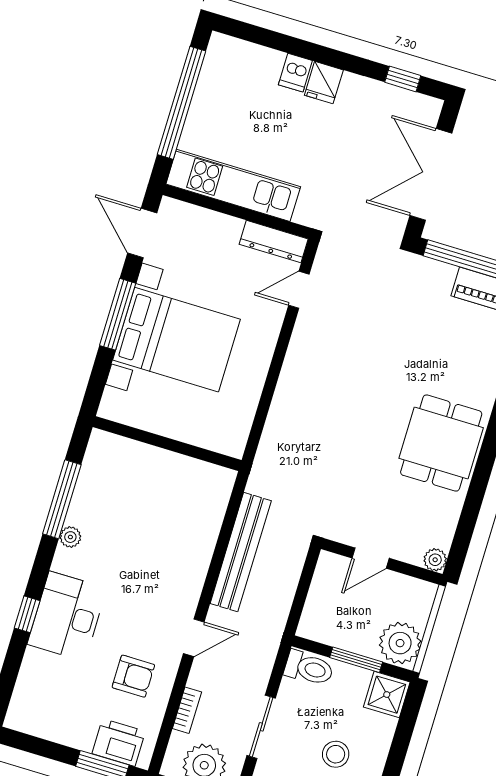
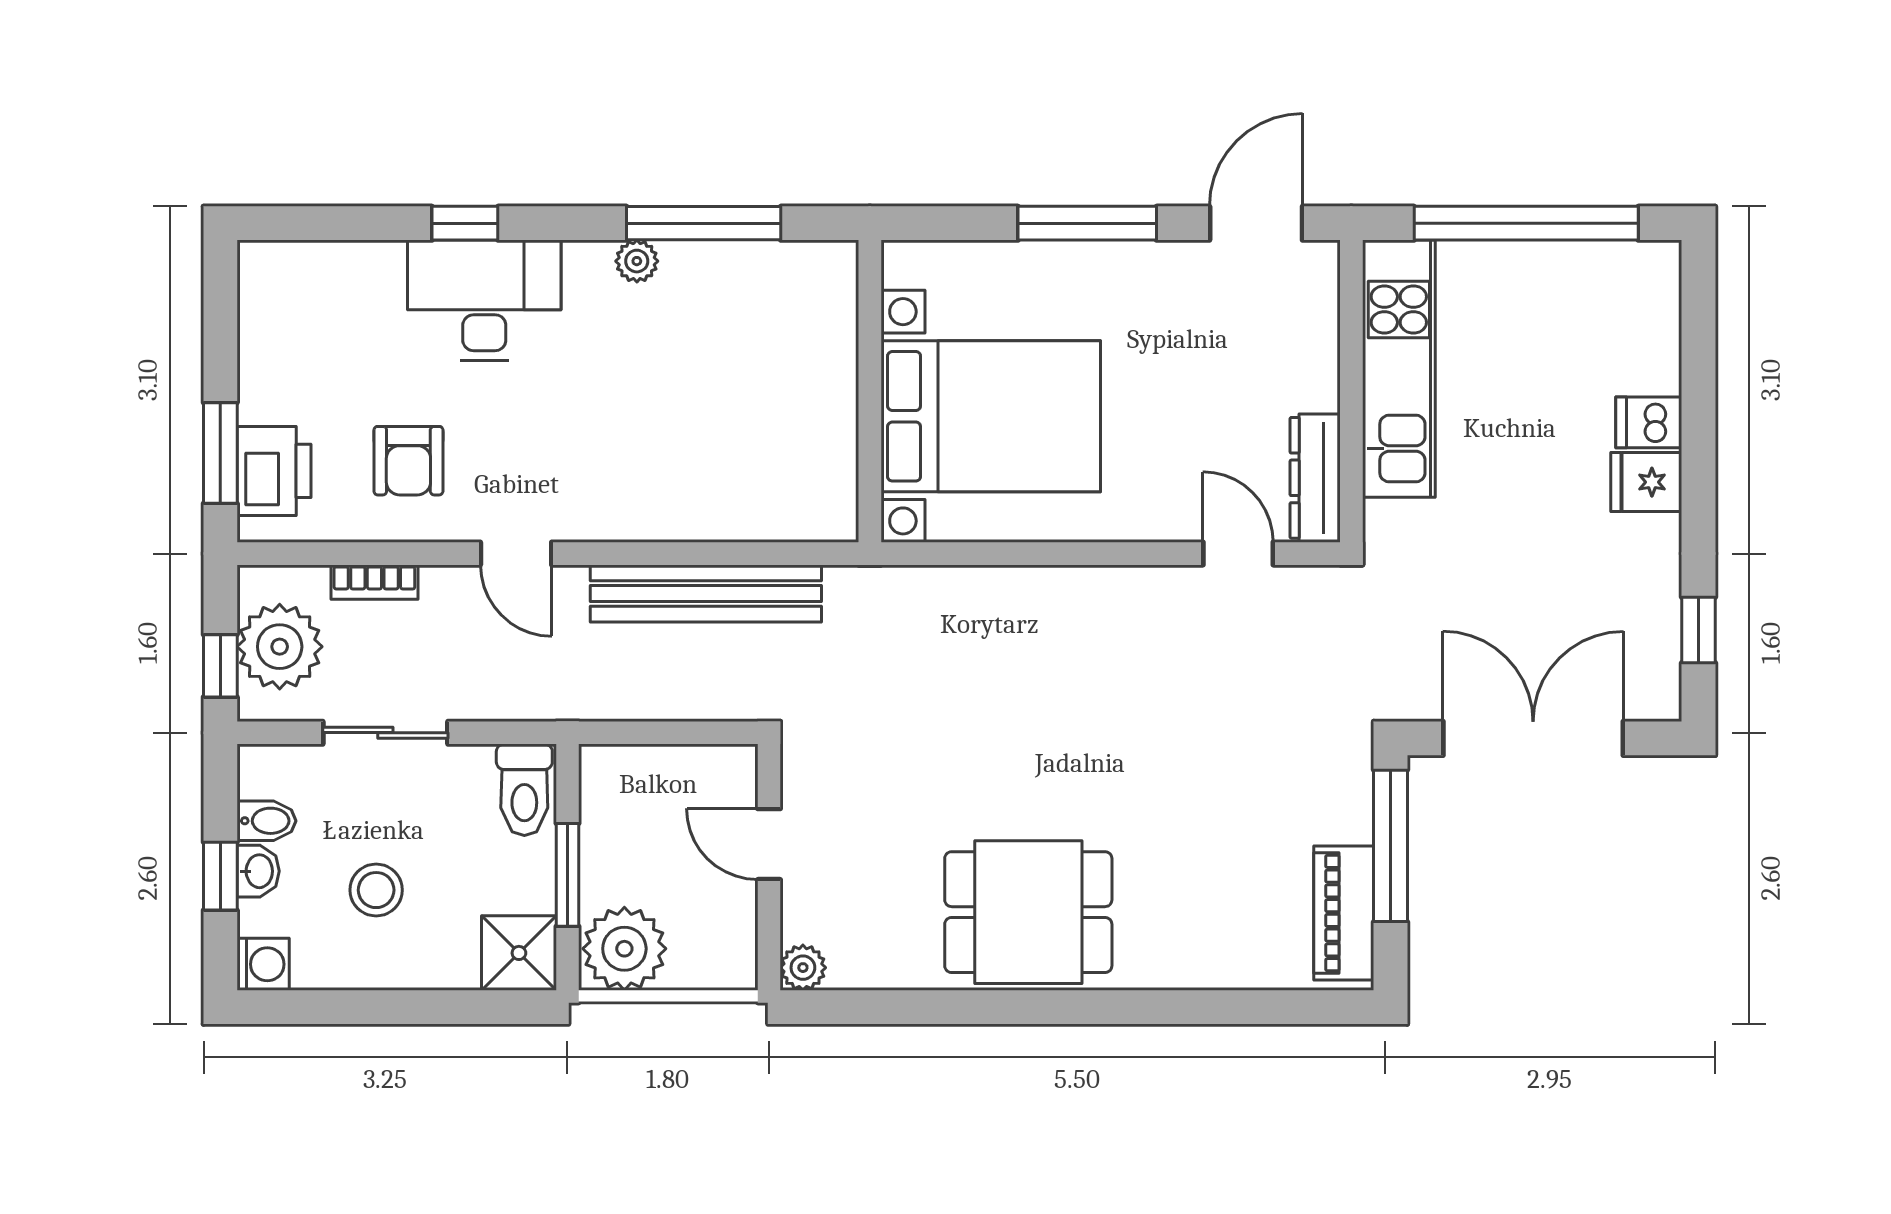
bed with nightstands: (177, 340) -> (991, 416), moved, turned -90

